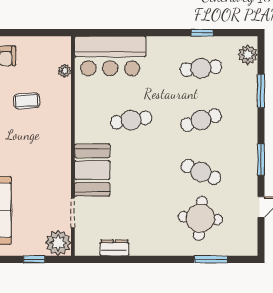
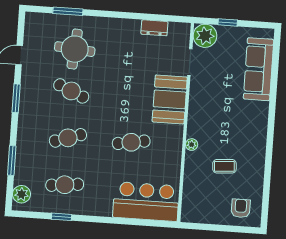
plant: (64, 71) -> (192, 145), moved

